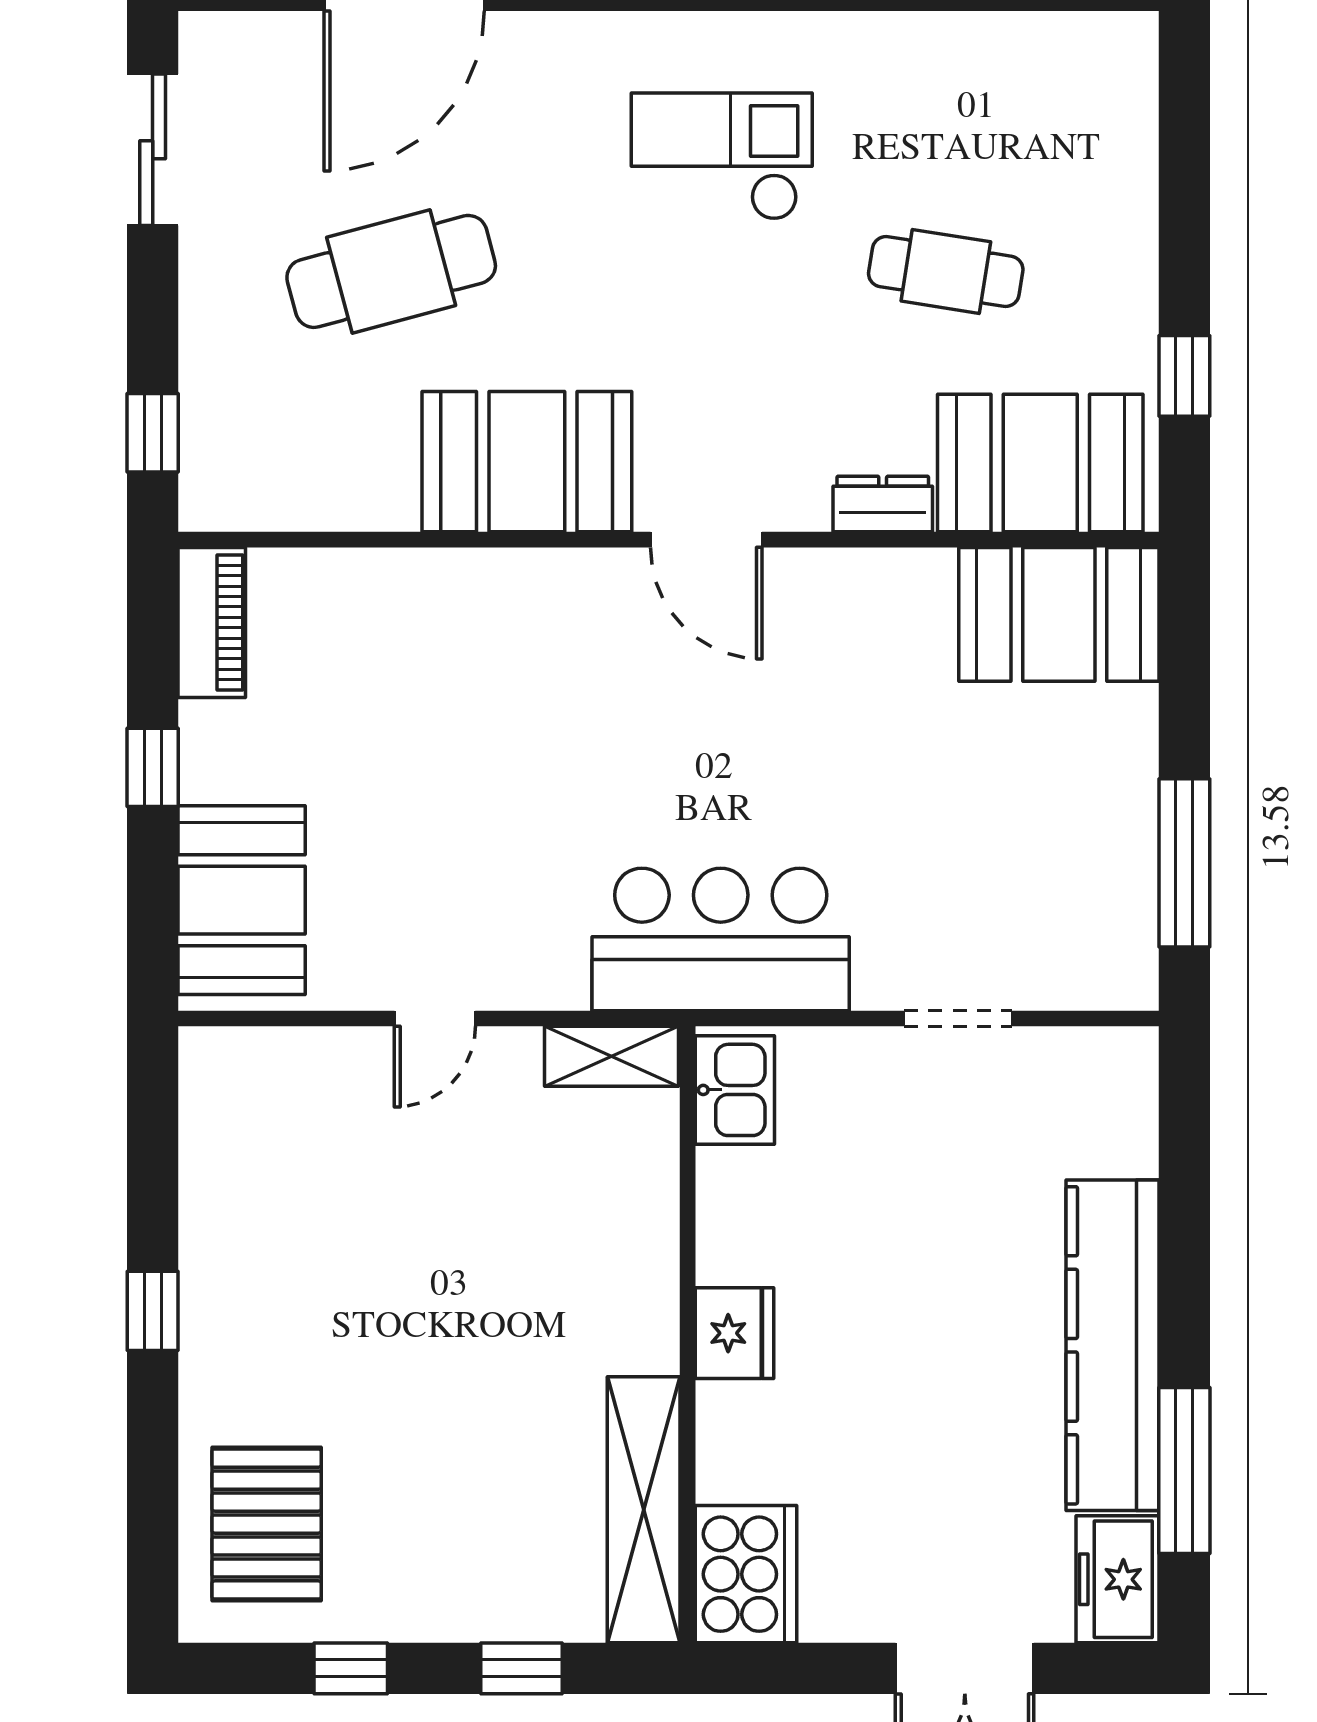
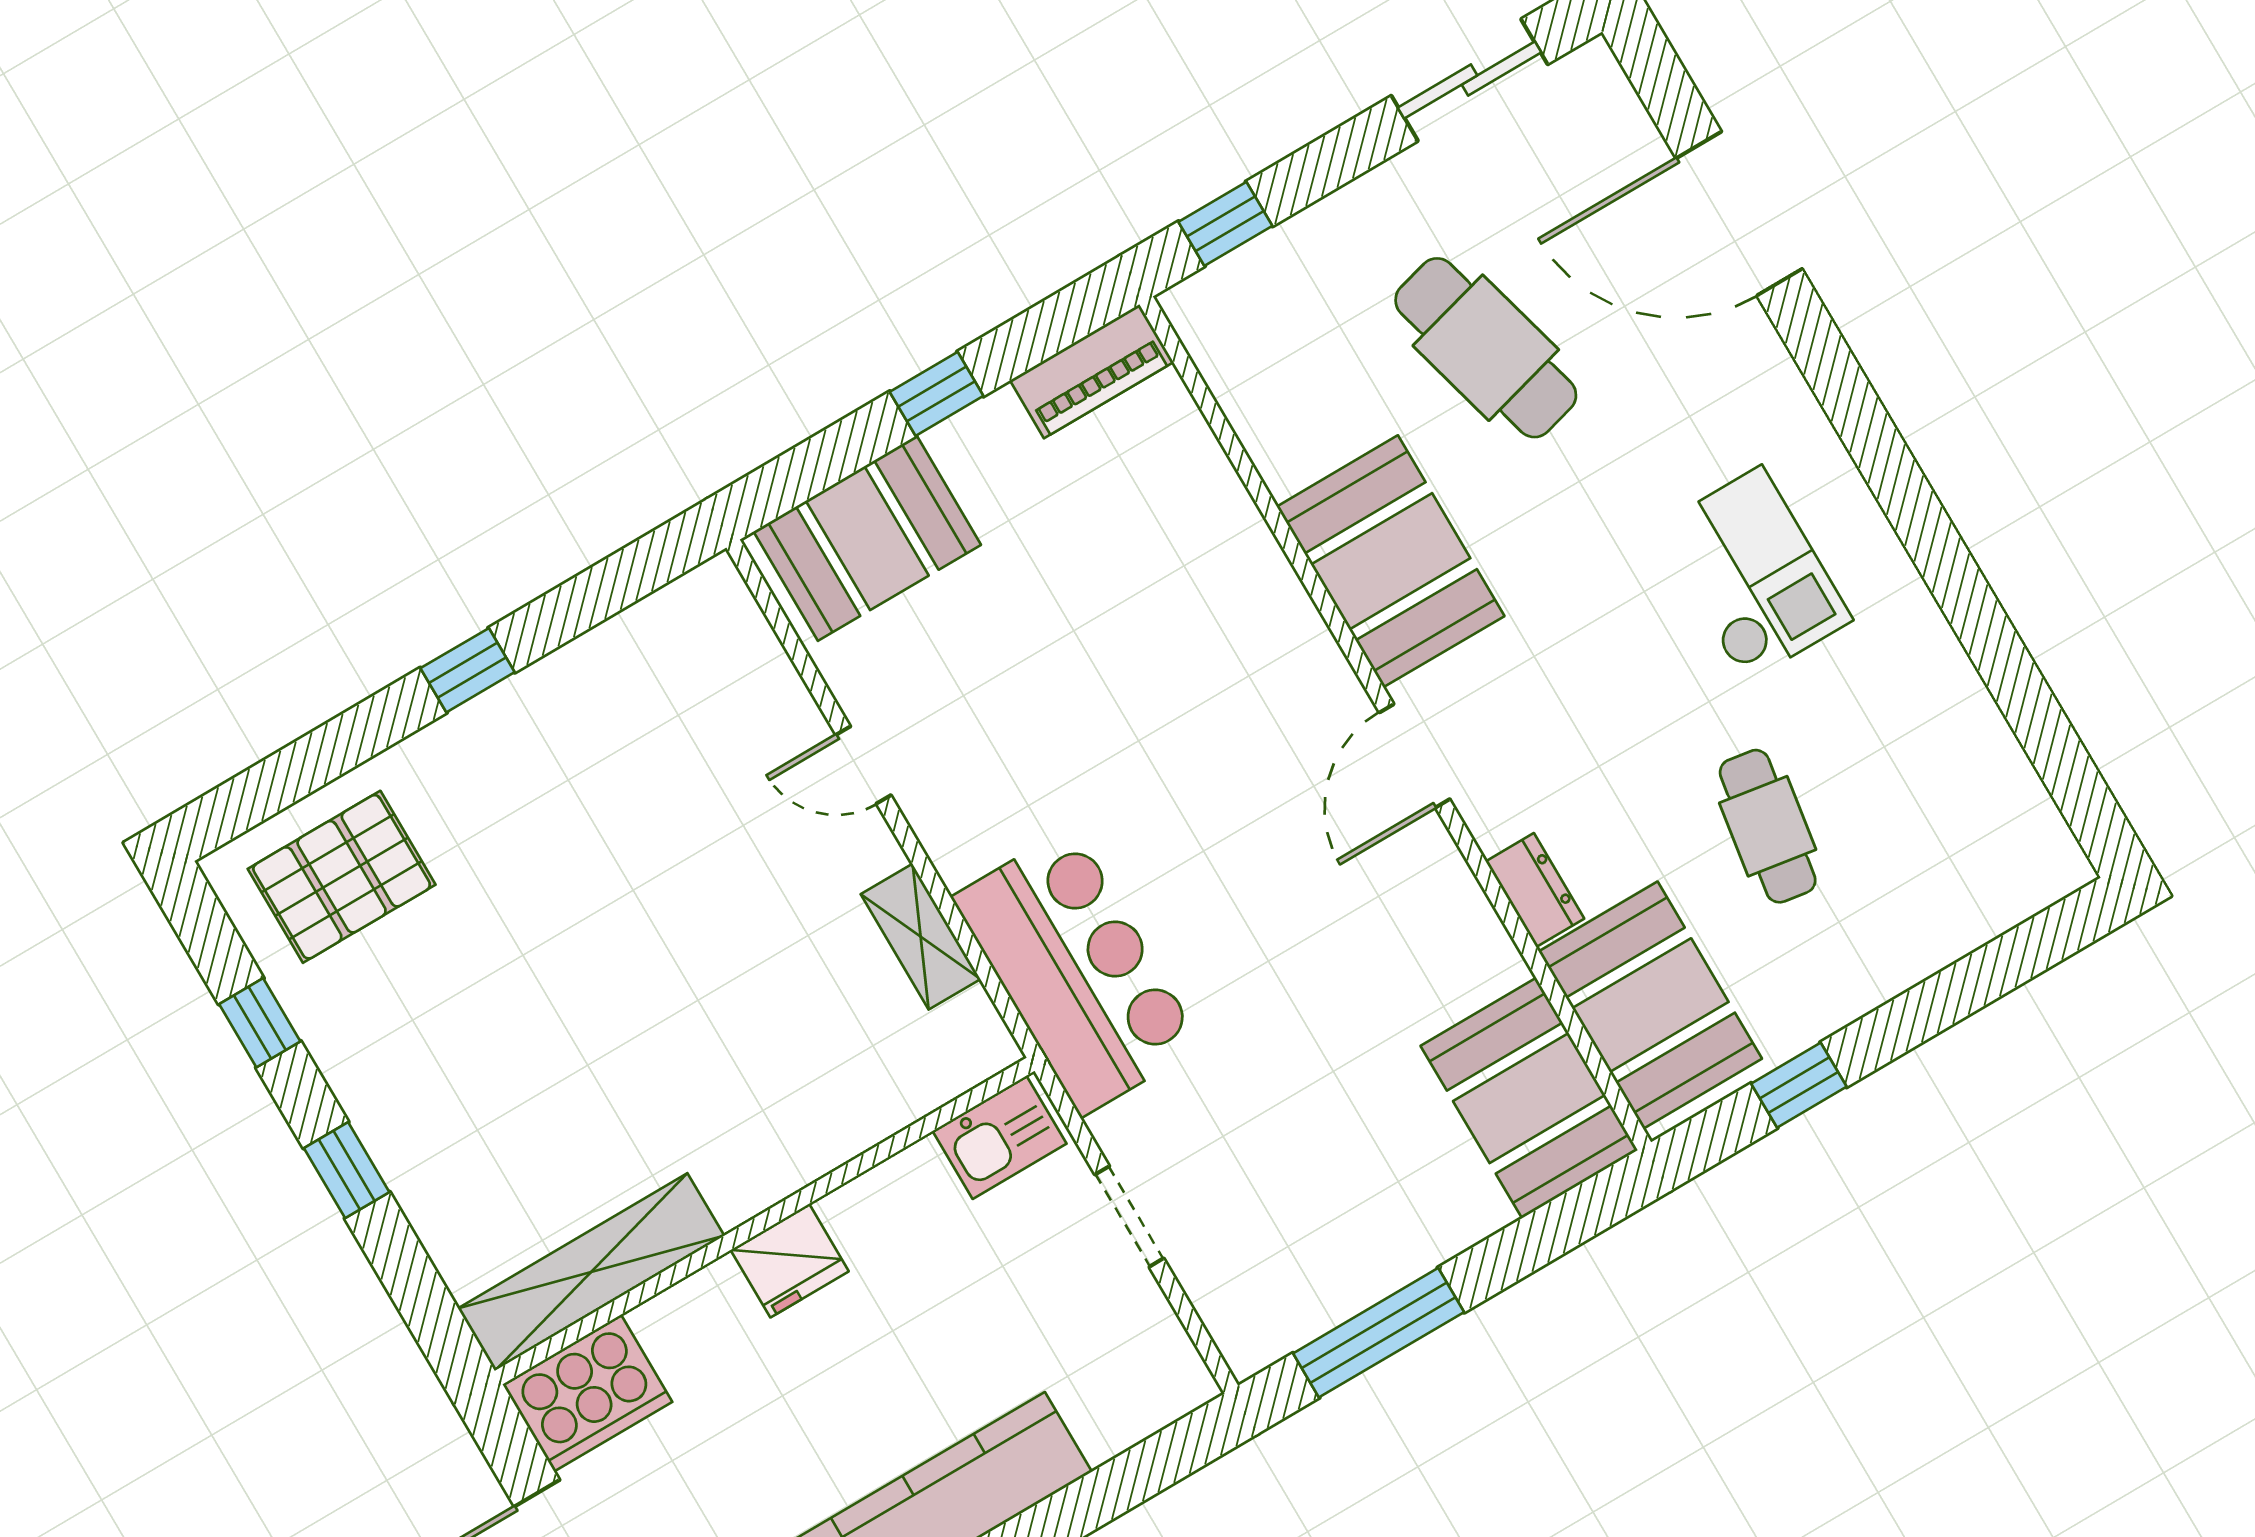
kitchen sink: (735, 1090) -> (1000, 1137), moved
fridge: (735, 1333) -> (790, 1261), moved
wall: (688, 1334) -> (765, 1221), moved
shelving: (644, 1510) -> (591, 1272), moved
cooker: (746, 1574) -> (587, 1393), moved

